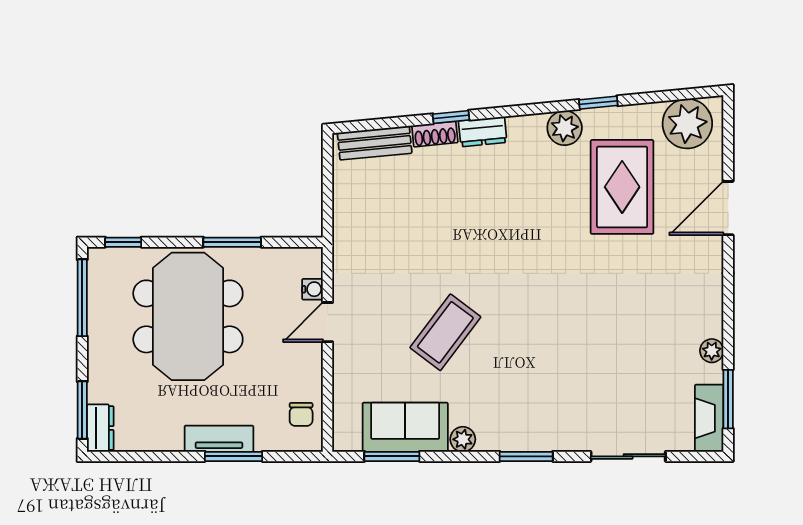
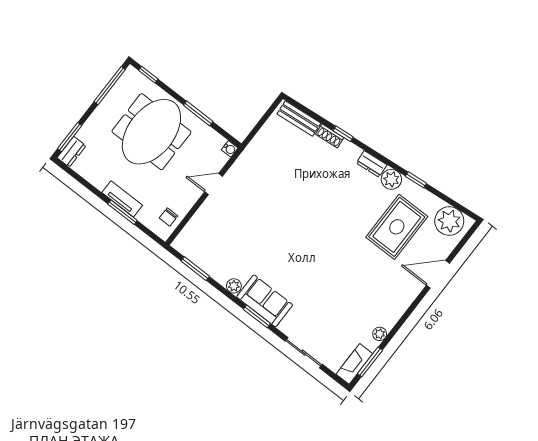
dresser: (483, 132) -> (372, 164), moved
water cooler: (312, 289) -> (230, 149), moved
coffee table: (445, 332) -> (264, 231), removed
sofa: (405, 427) -> (265, 301), moved

